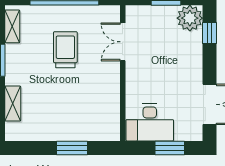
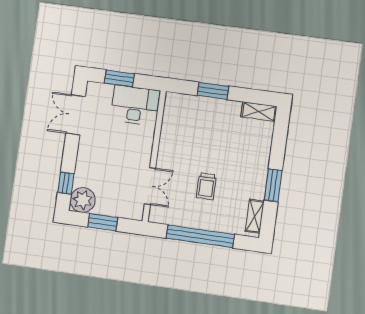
trolley: (65, 50) -> (206, 186), width x0.73, depth x0.72
shelving: (13, 104) -> (259, 112), moved, turned 90

